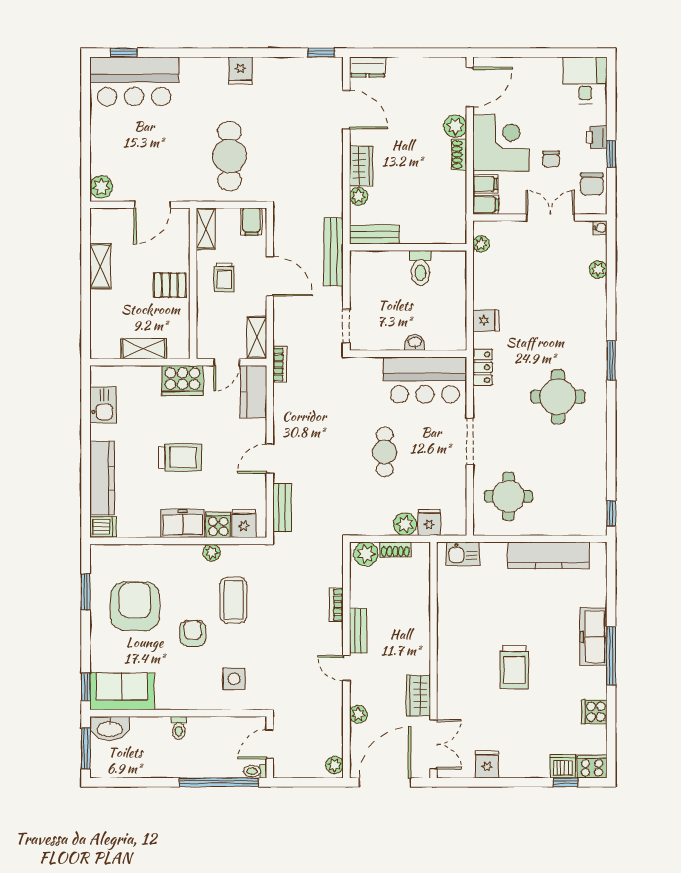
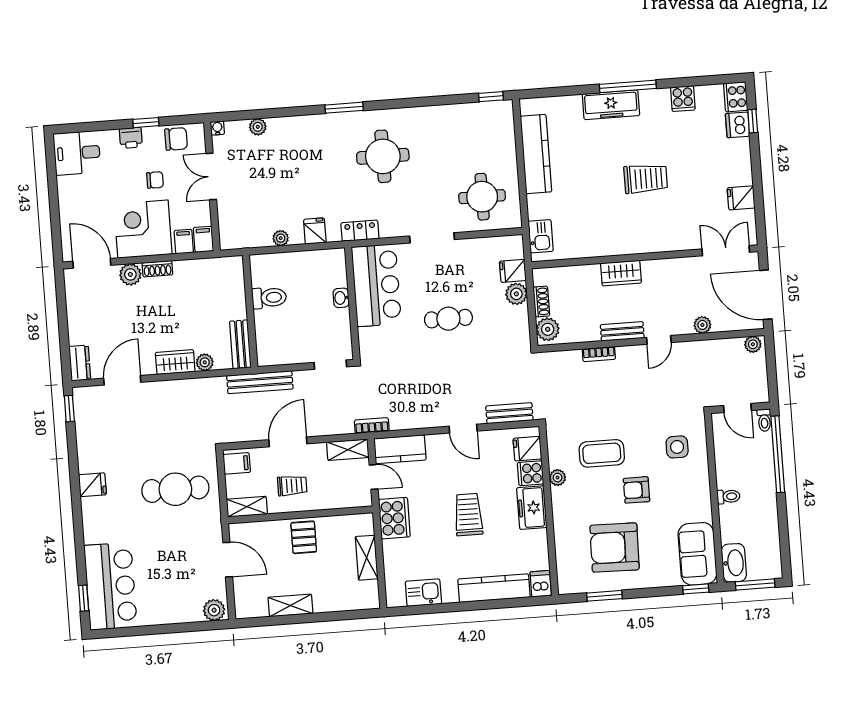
plant: (481, 244) -> (281, 238), moved
wardrobe: (418, 696) -> (621, 273), moved

